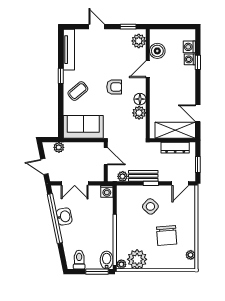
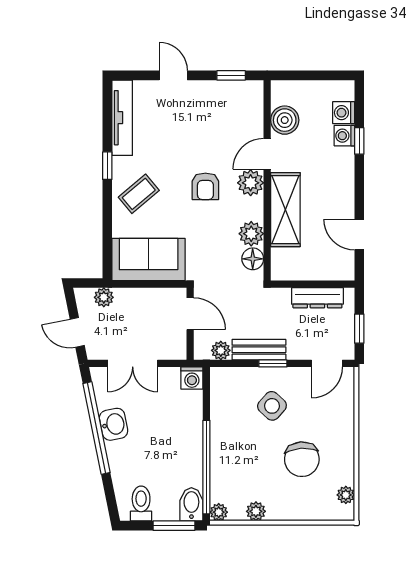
plant: (139, 41) -> (251, 183), moved
armchair: (114, 87) -> (205, 186), turned 90
floor lamp: (140, 99) -> (253, 259), moved
shelving: (175, 130) -> (285, 210), moved, turned 90
plant: (137, 259) -> (256, 511), width x0.53, depth x0.53

